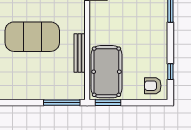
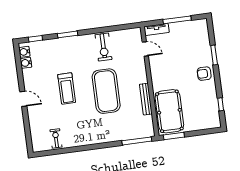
exercise mat: (32, 37) -> (106, 91), turned 90
armchair: (153, 86) -> (204, 74), moved

